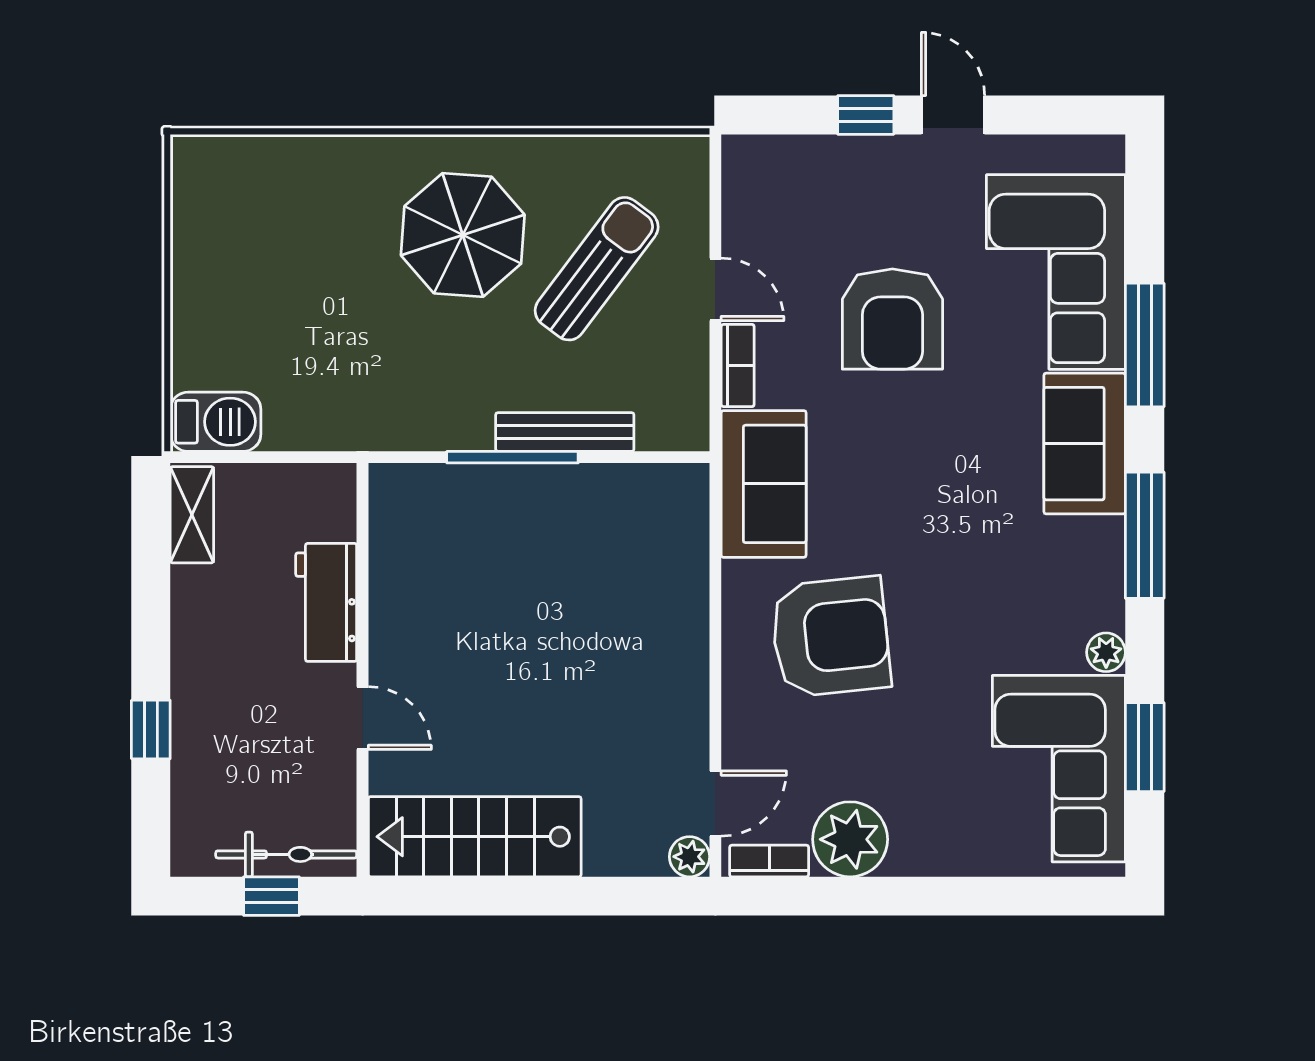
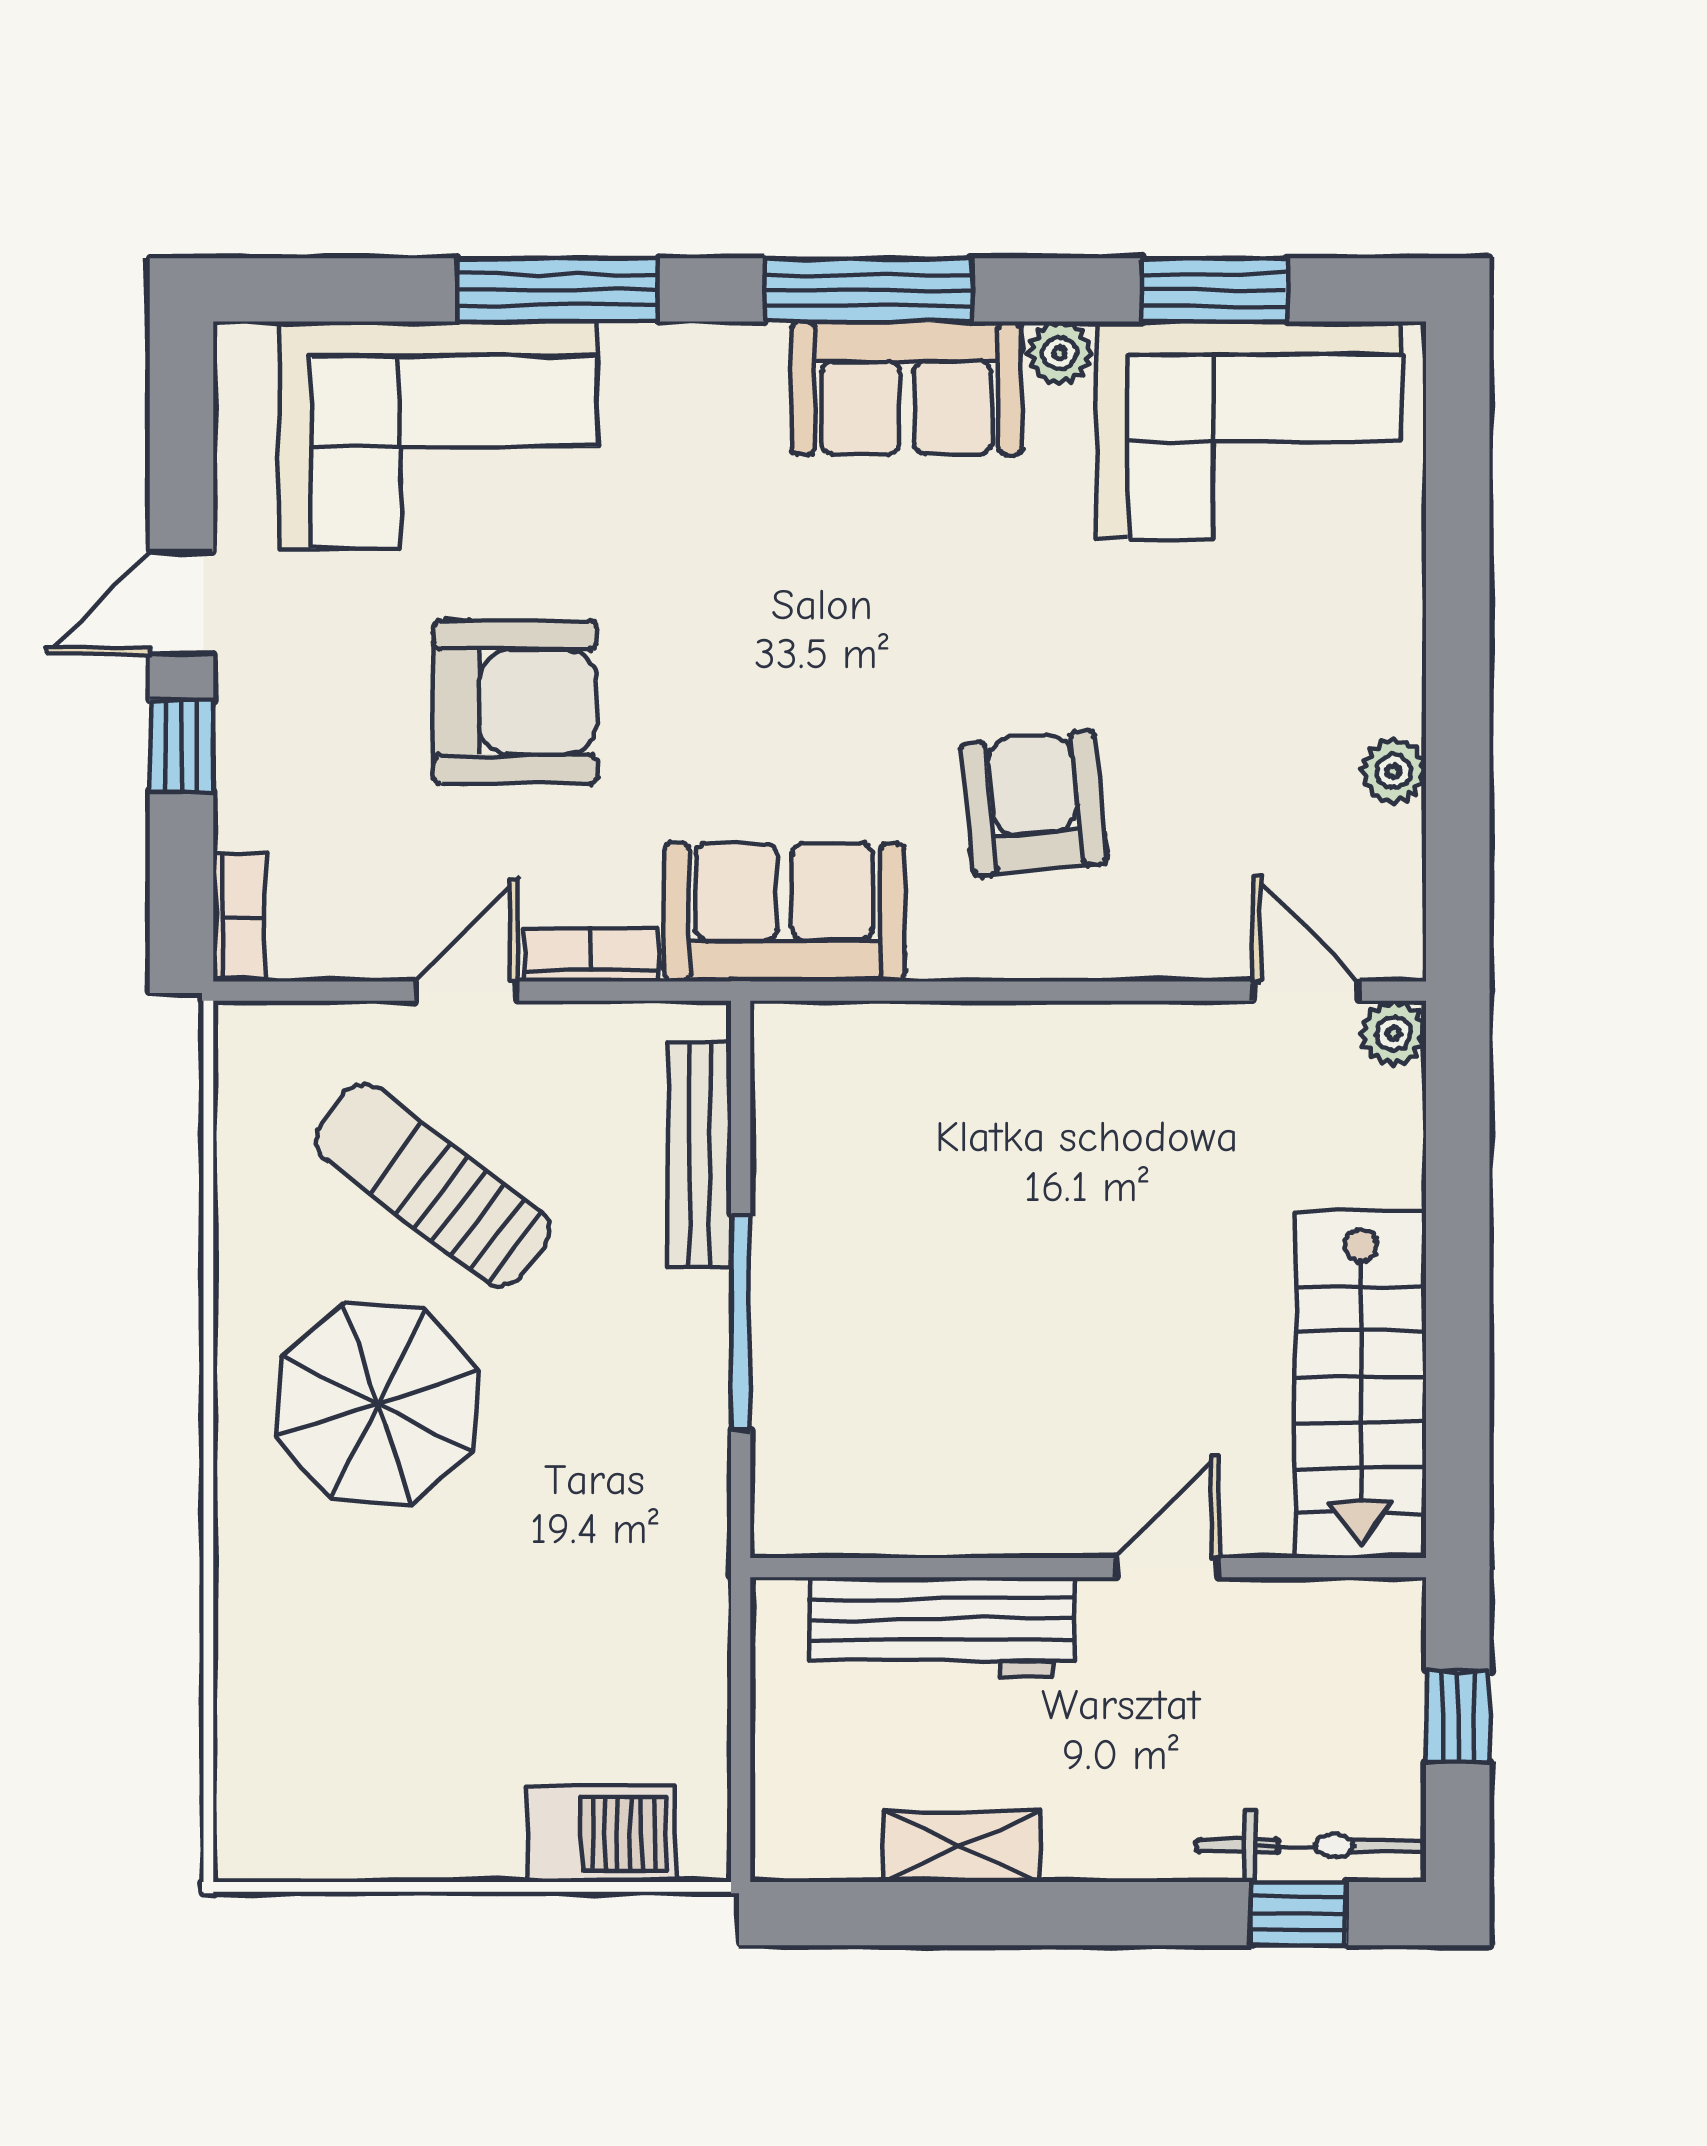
barbecue: (216, 422) -> (602, 1834), moved, turned 90
bench: (565, 432) -> (700, 1155), moved
sofa: (1085, 444) -> (907, 388), moved
shelving: (192, 515) -> (961, 1847), moved
workbench: (326, 602) -> (942, 1627), width x1.37
armchair: (830, 637) -> (1034, 803), width x0.73, depth x0.73
window: (151, 729) -> (1298, 1914), moved
plant: (850, 839) -> (1394, 771), width x0.53, depth x0.53
bicycle: (286, 854) -> (1311, 1846), moved, turned 90
bookcase: (769, 861) -> (239, 917), moved, turned 180

